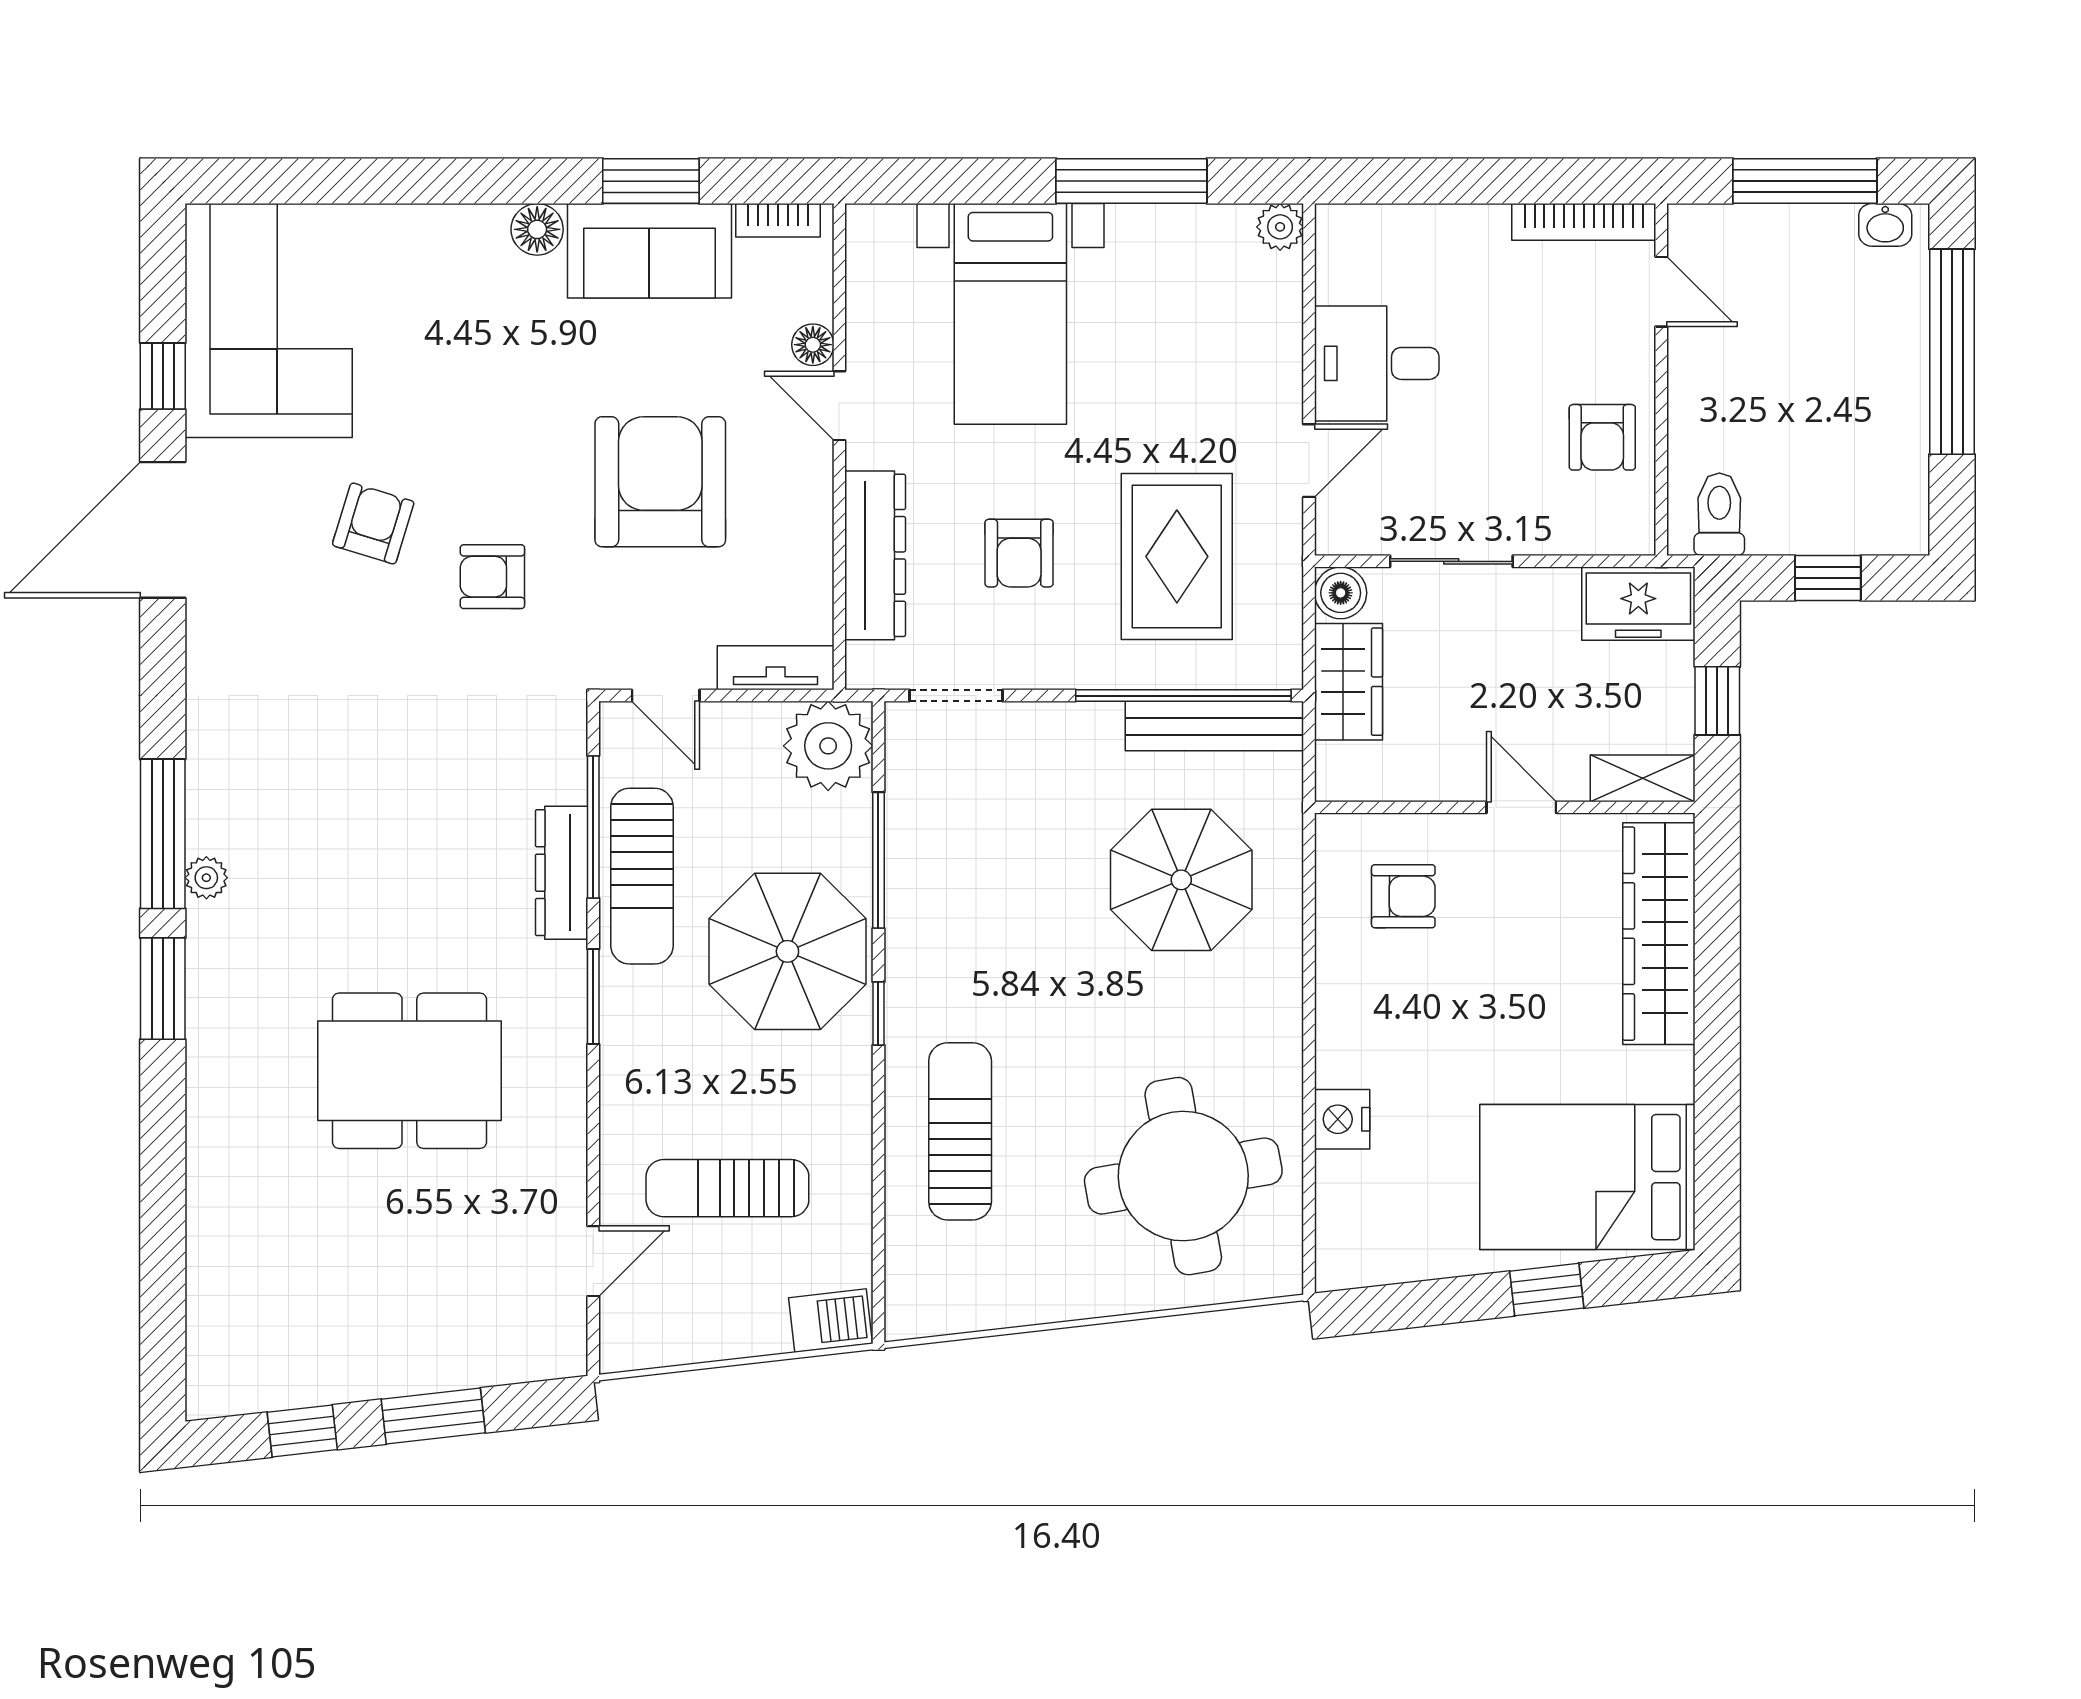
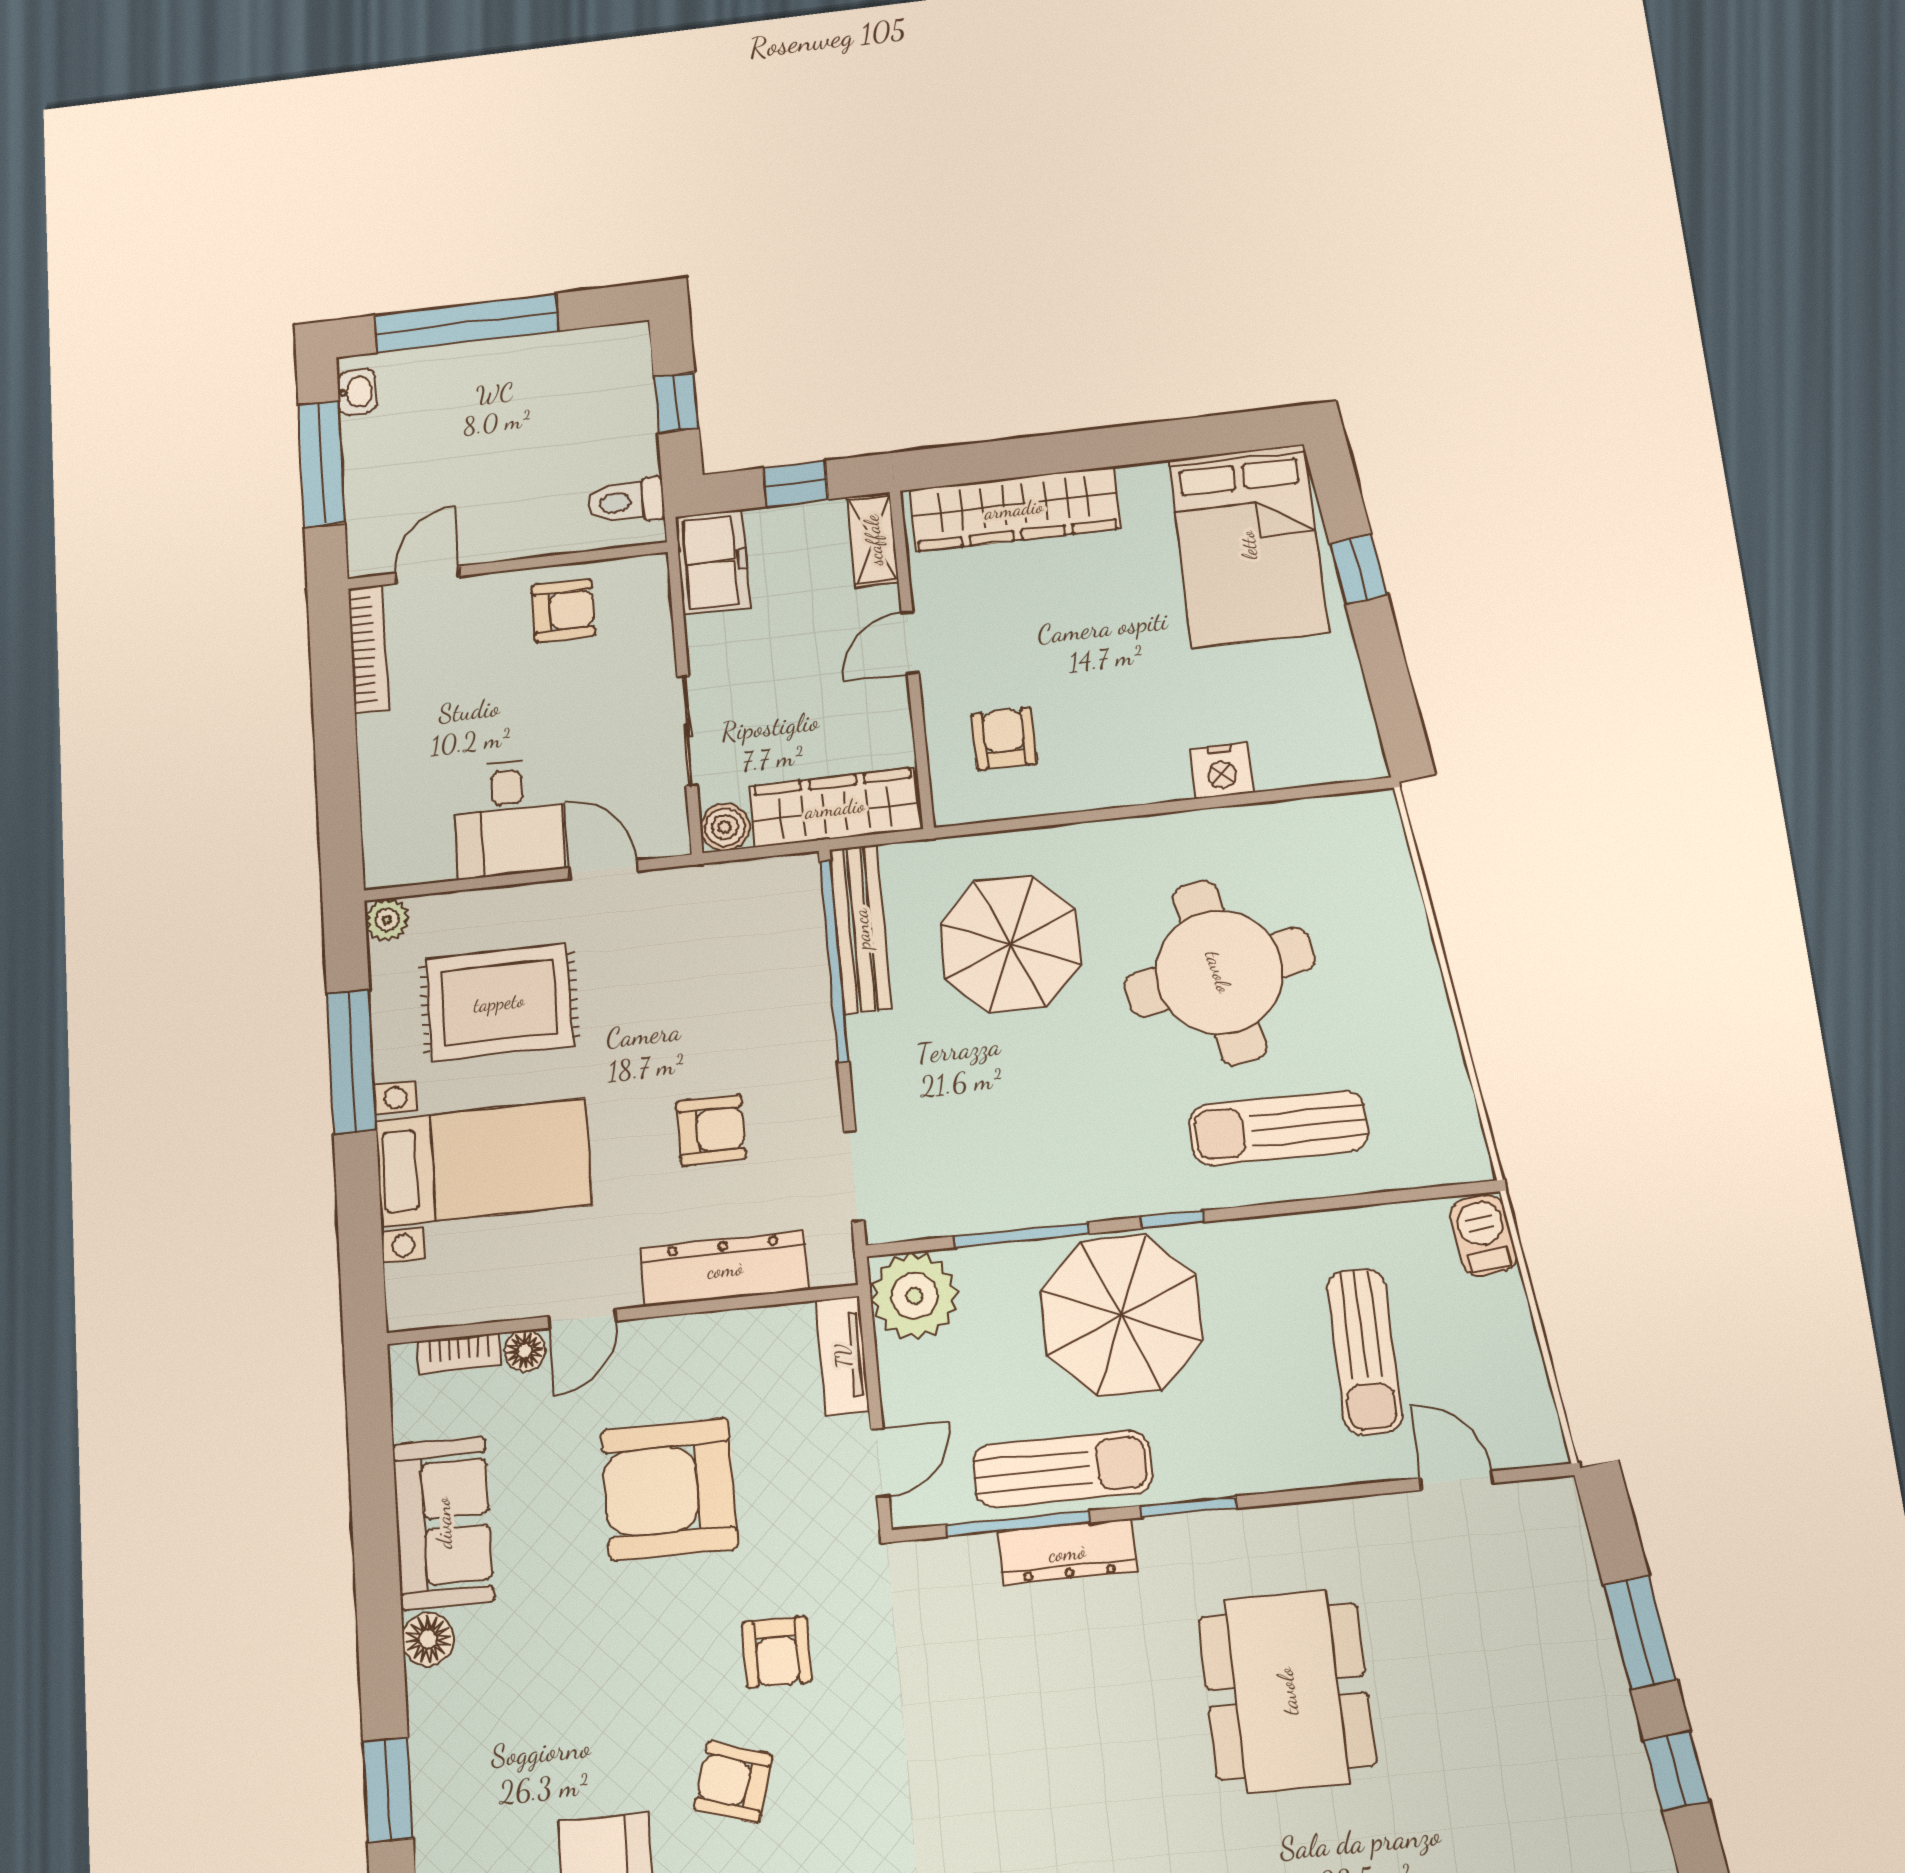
window: (651, 181) -> (388, 1790), moved
bookcase: (778, 220) -> (459, 1353), moved, turned 90
rug: (1177, 557) -> (499, 1002), moved
wardrobe: (1349, 682) -> (835, 808), width x1.50
round table: (1183, 1176) -> (1219, 972), moved

